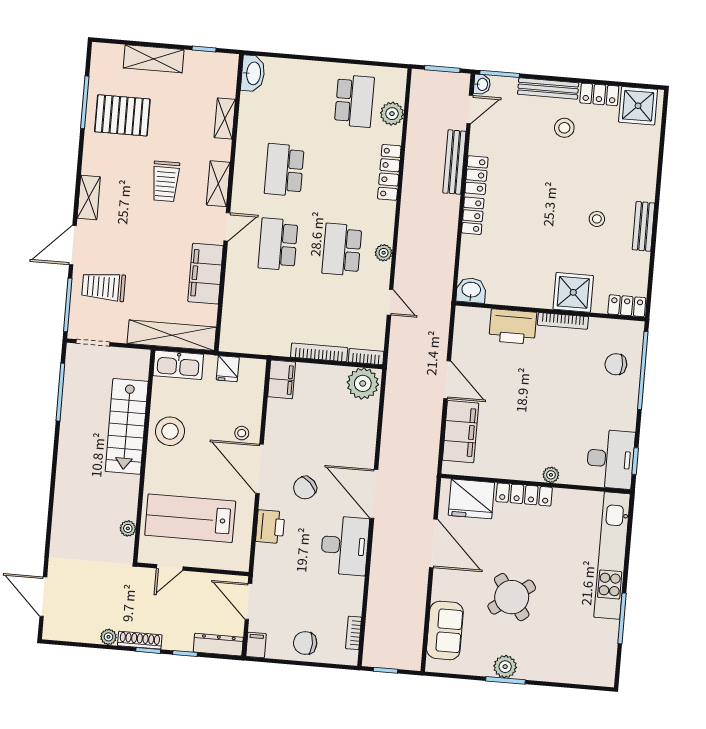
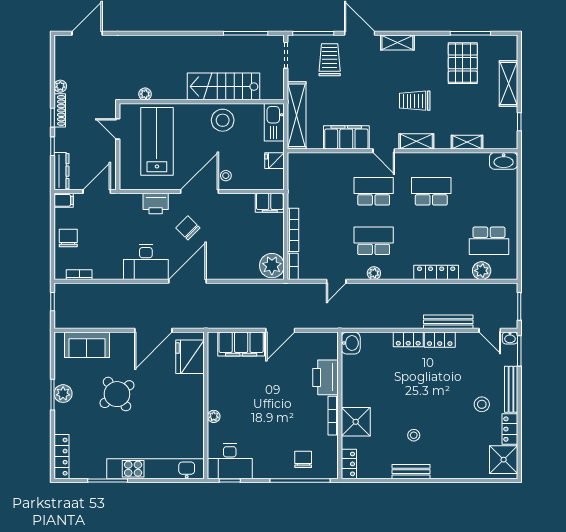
locker: (524, 494) -> (61, 457), moved, turned 180

